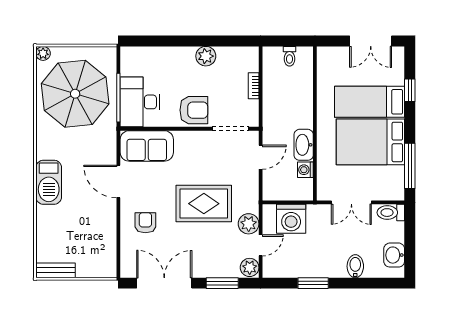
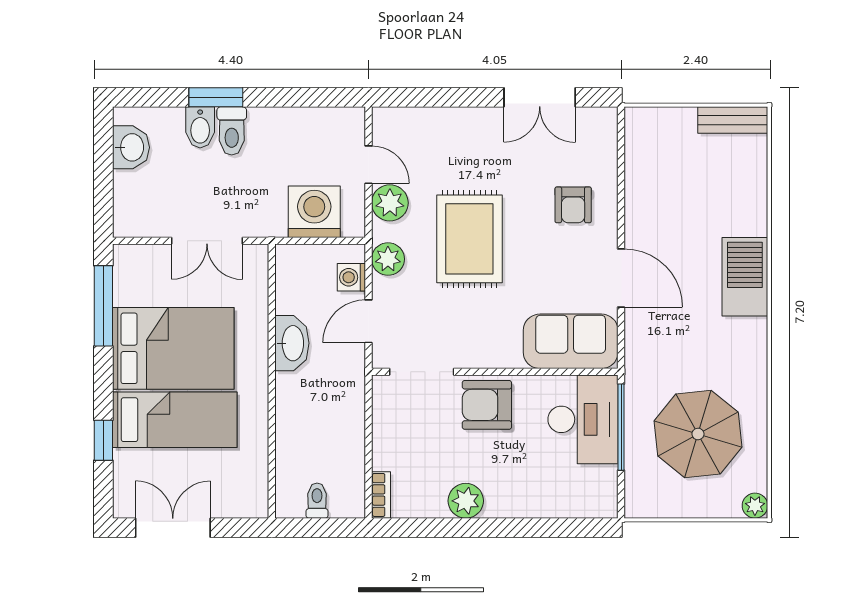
bookcase: (254, 86) -> (381, 495), moved
parasol: (75, 94) -> (698, 434), width x0.73, depth x0.73
washing machine: (305, 170) -> (351, 277), moved, turned 180
double door: (351, 202) -> (207, 241), swing flipped
rug: (204, 204) -> (469, 239), turned 90
toilet: (391, 213) -> (232, 131), moved, turned 90
door: (261, 245) -> (368, 165), swing flipped
plant: (250, 267) -> (388, 259), moved
double door: (164, 283) -> (540, 97), width x0.73
window: (222, 283) -> (437, 97), removed
window: (313, 283) -> (216, 97), moved

